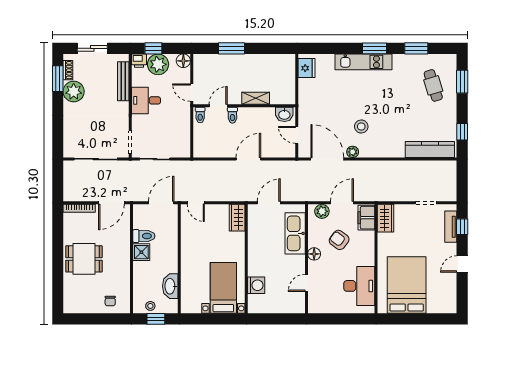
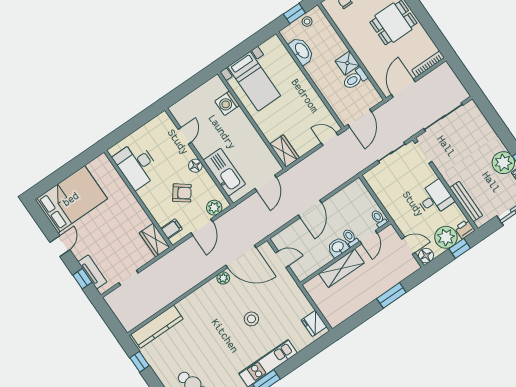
door: (192, 93) -> (408, 246), moved
shelving: (256, 98) -> (342, 268), width x1.50, depth x1.33
washbasin: (284, 114) -> (338, 247), moved
stool: (361, 127) -> (251, 319), moved
filing cabinet: (366, 218) -> (171, 229), width x0.50
bed: (407, 285) -> (71, 199), moved, turned -90

